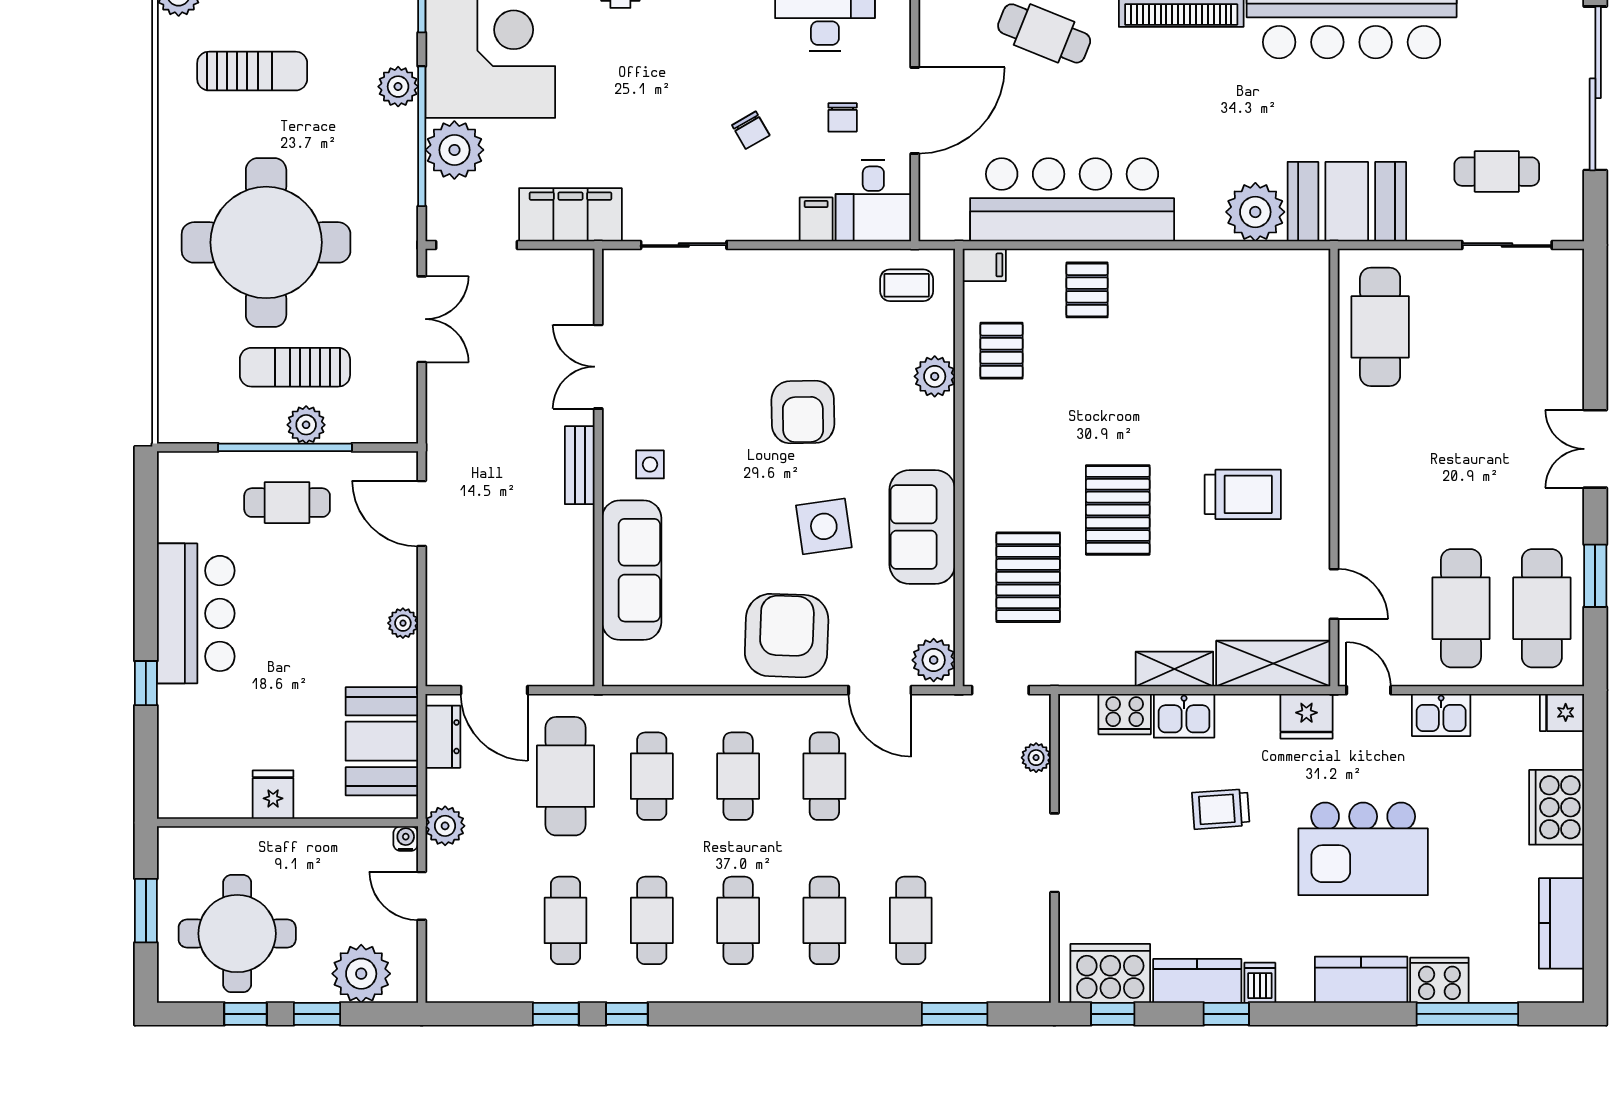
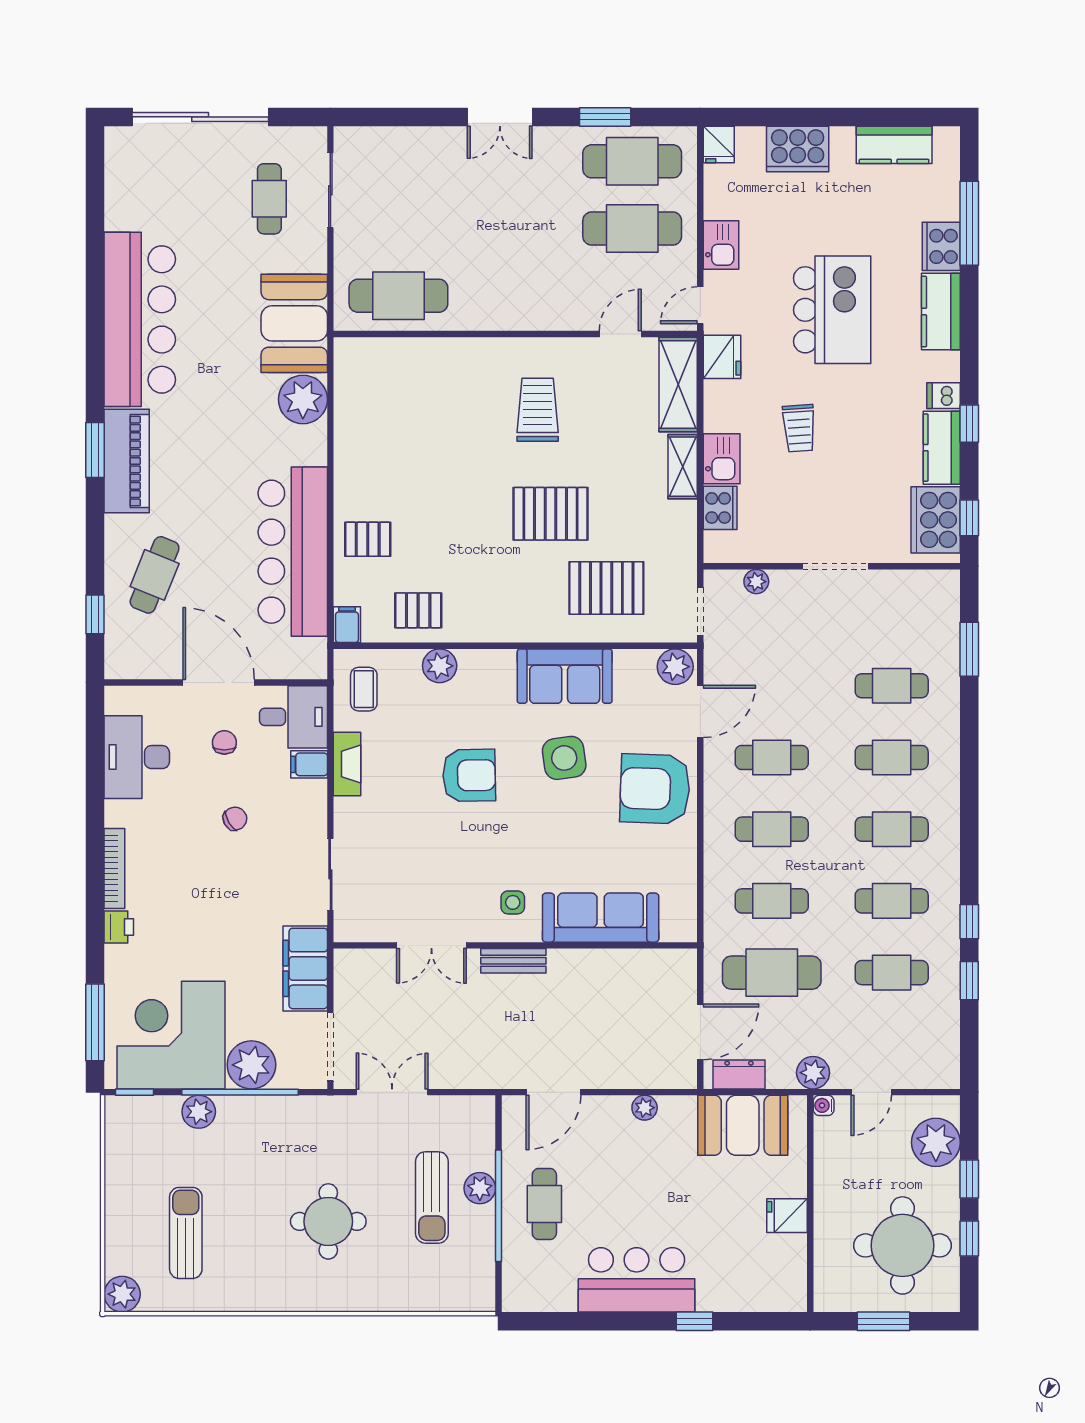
chair: (843, 117) -> (224, 742), turned -90
round table: (266, 242) -> (328, 1221), width x0.54, depth x0.54
fireplace: (817, 265) -> (347, 764), added

